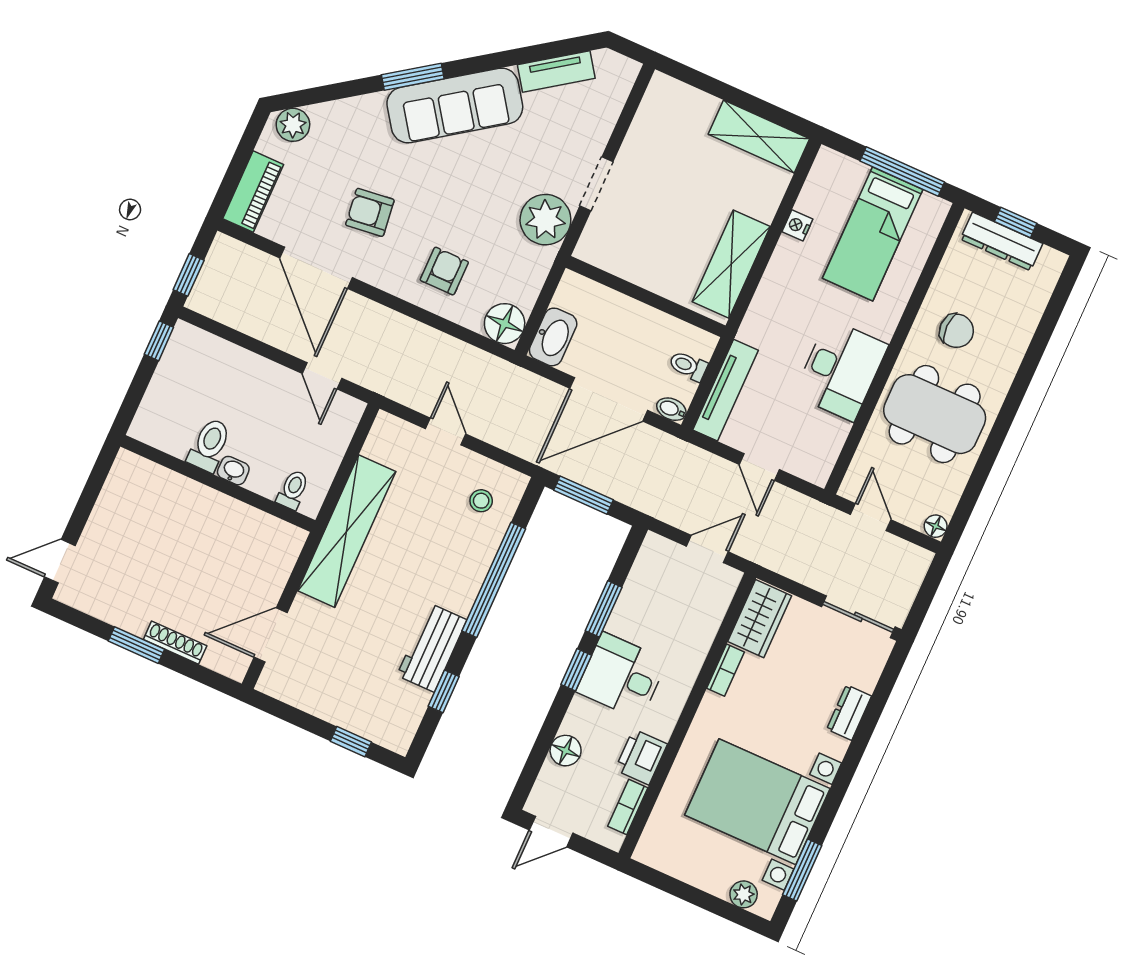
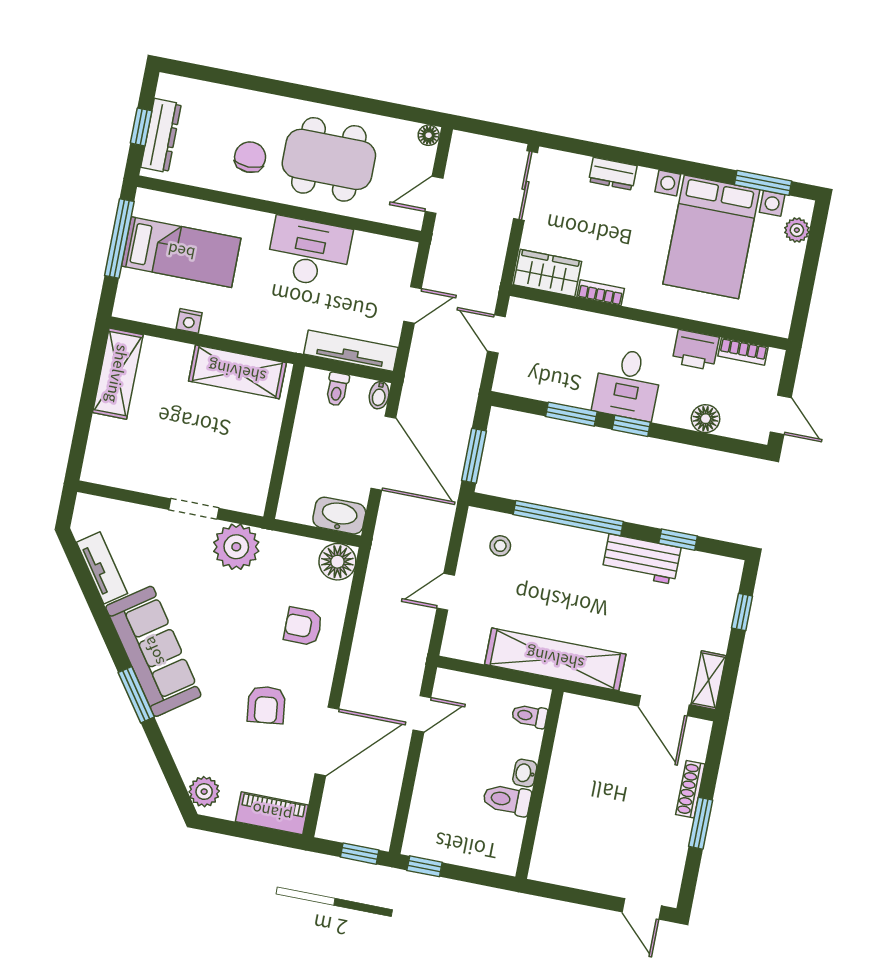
dining table: (935, 414) -> (329, 159), turned 90
shelving: (287, 689) -> (709, 680), added

